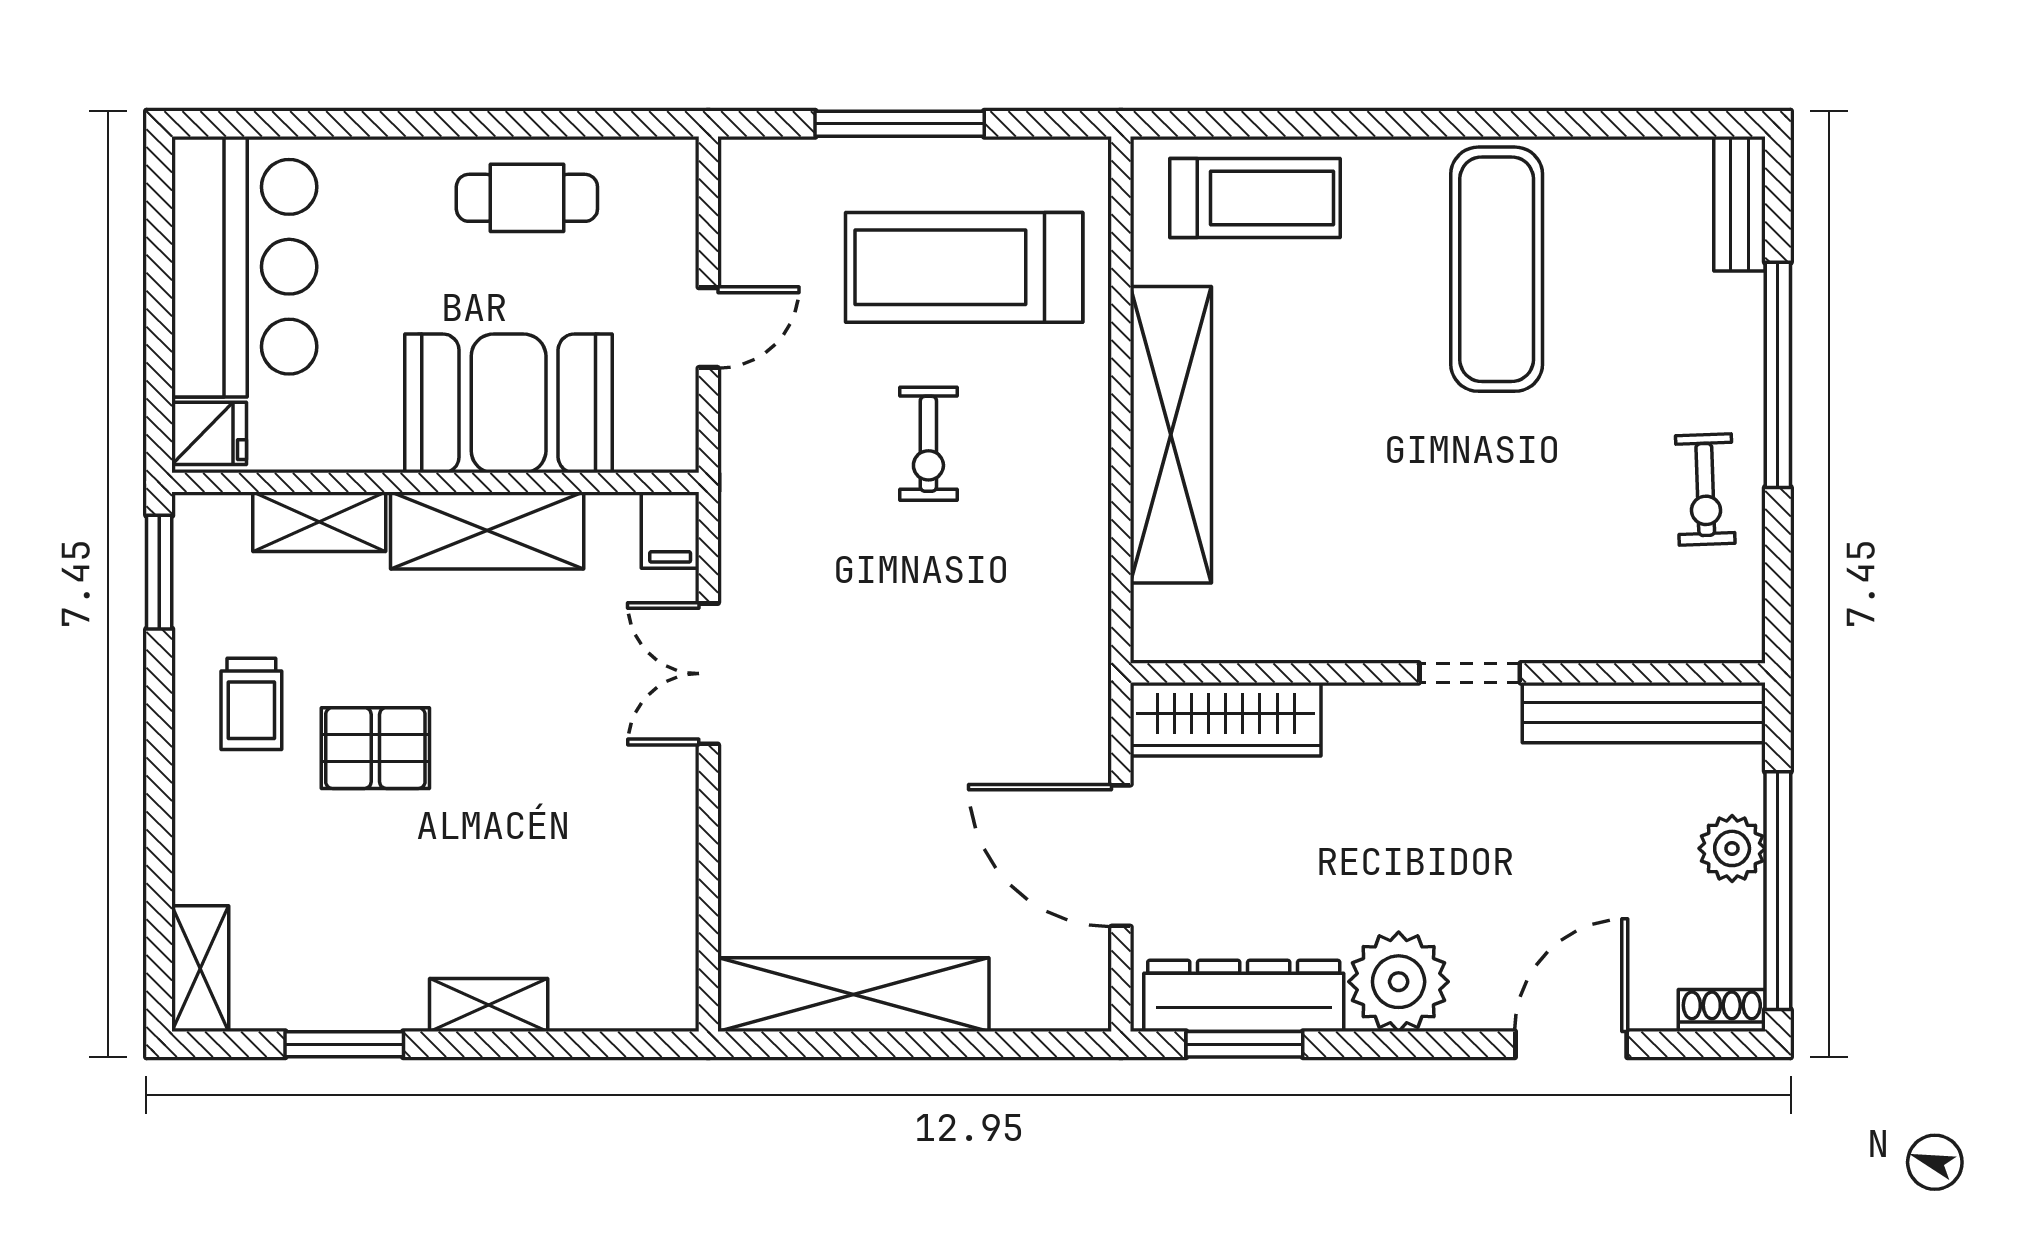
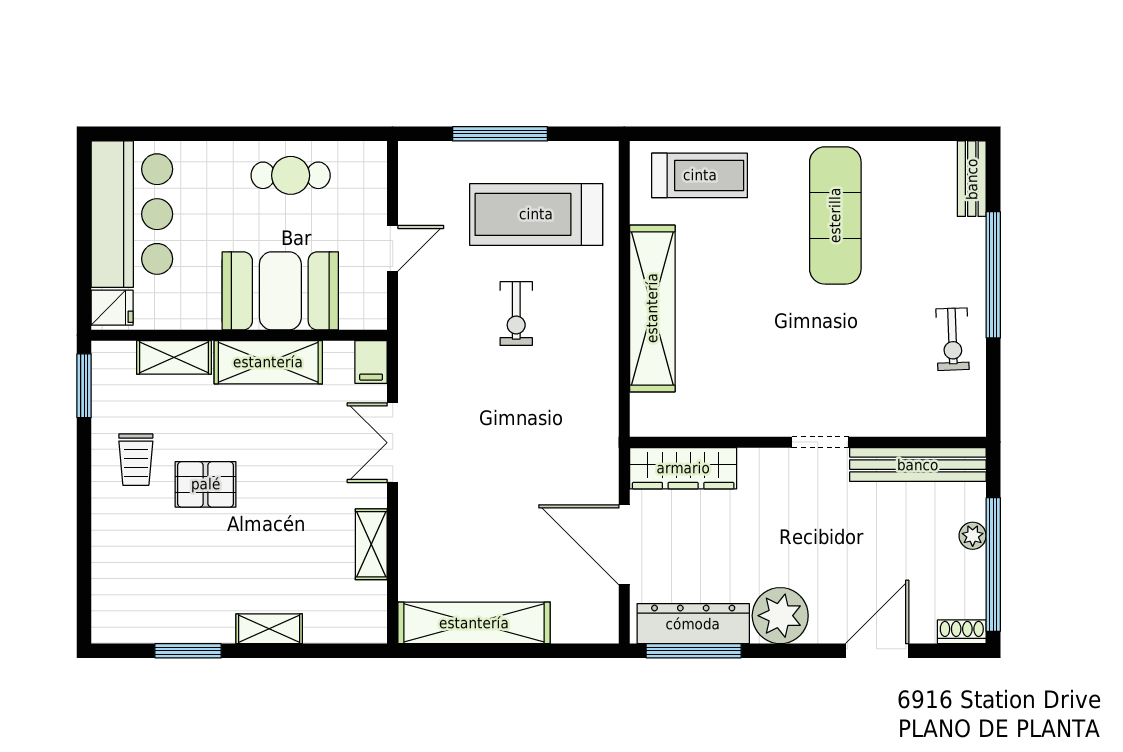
plant: (1732, 848) -> (973, 536), width x0.73, depth x0.73
shelving: (200, 969) -> (371, 544), moved
window: (1244, 1044) -> (694, 651), width x1.44

